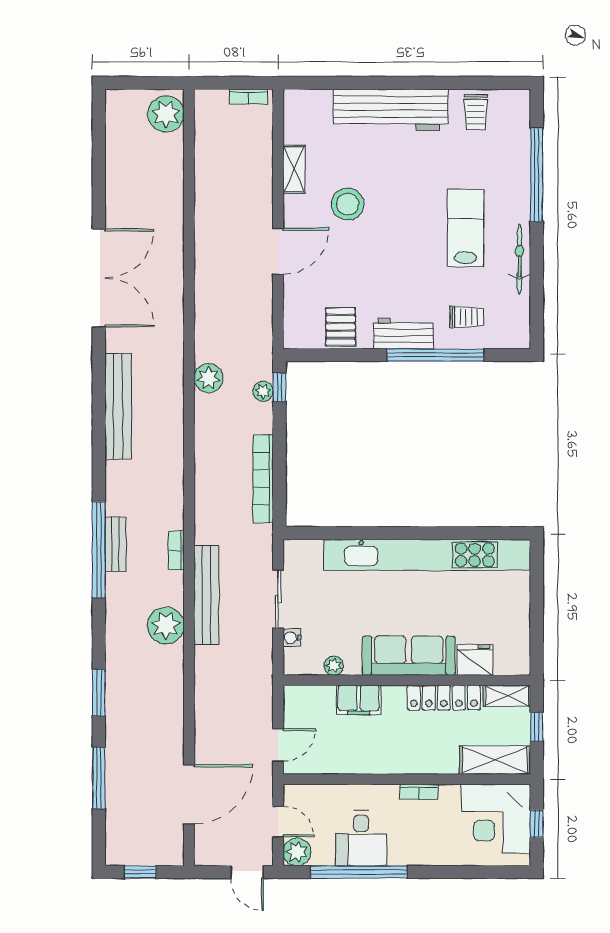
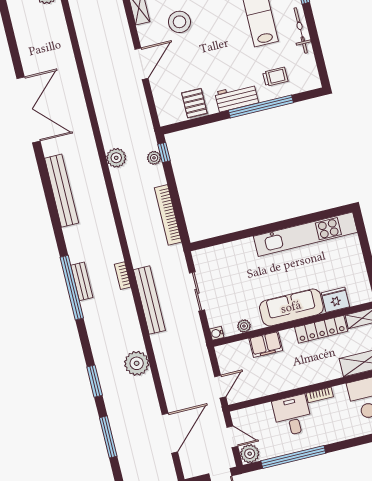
kitchen unit: (427, 555) -> (305, 234), width x0.73
plant: (166, 625) -> (137, 363), moved
water cooler: (292, 638) -> (217, 333), moved
desk: (361, 838) -> (292, 415), moved, turned 180

